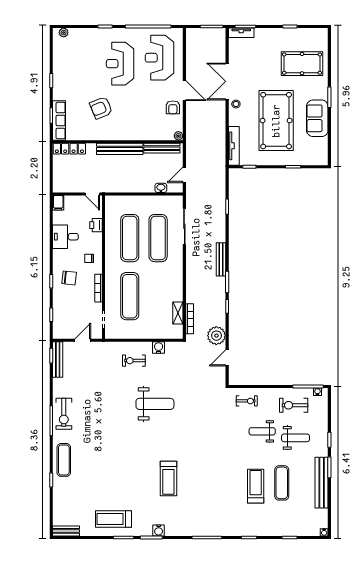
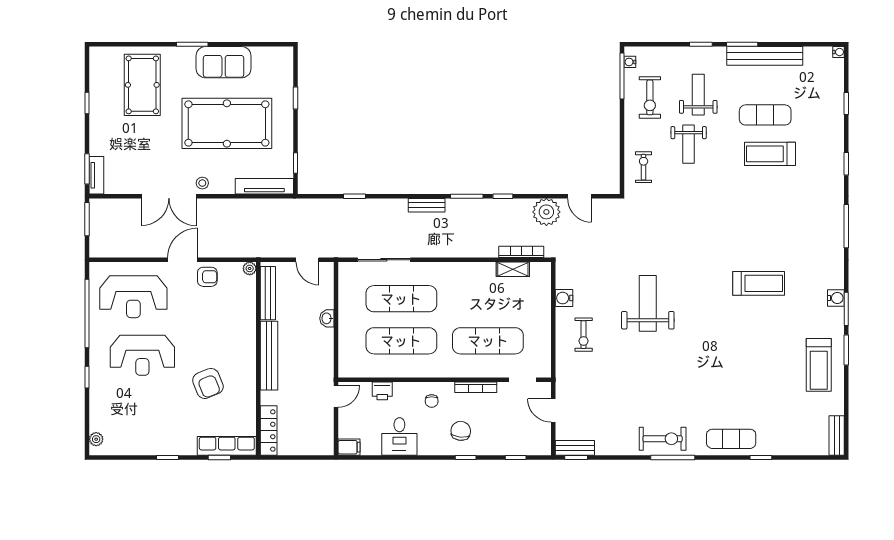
washbasin: (161, 188) -> (327, 318), moved
bench: (221, 259) -> (427, 205), width x0.73
bench: (58, 360) -> (575, 448), width x0.73

